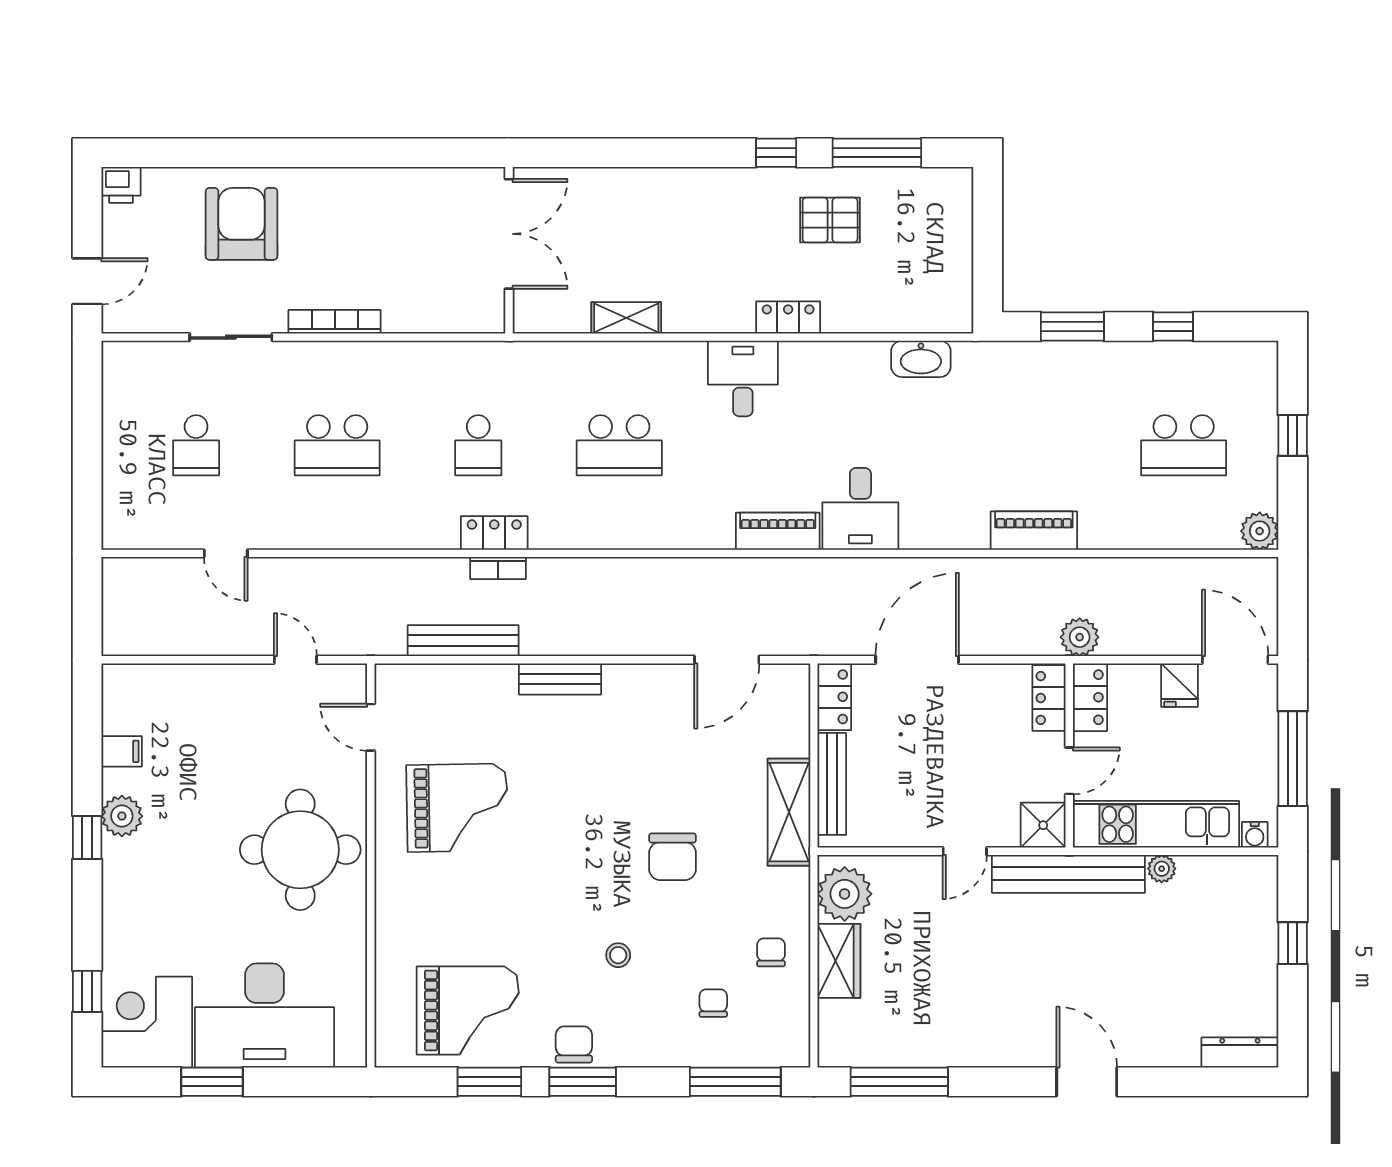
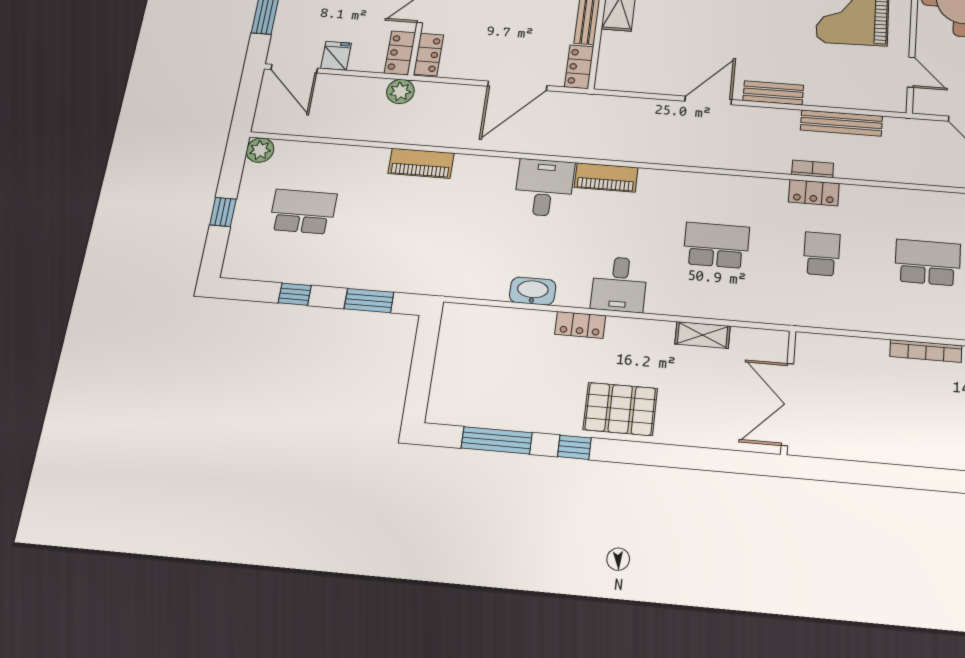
pallet: (830, 220) -> (620, 409), moved, width x1.50, depth x1.42
washbasin: (921, 359) -> (533, 291), moved
door: (727, 660) -> (708, 100), moved

